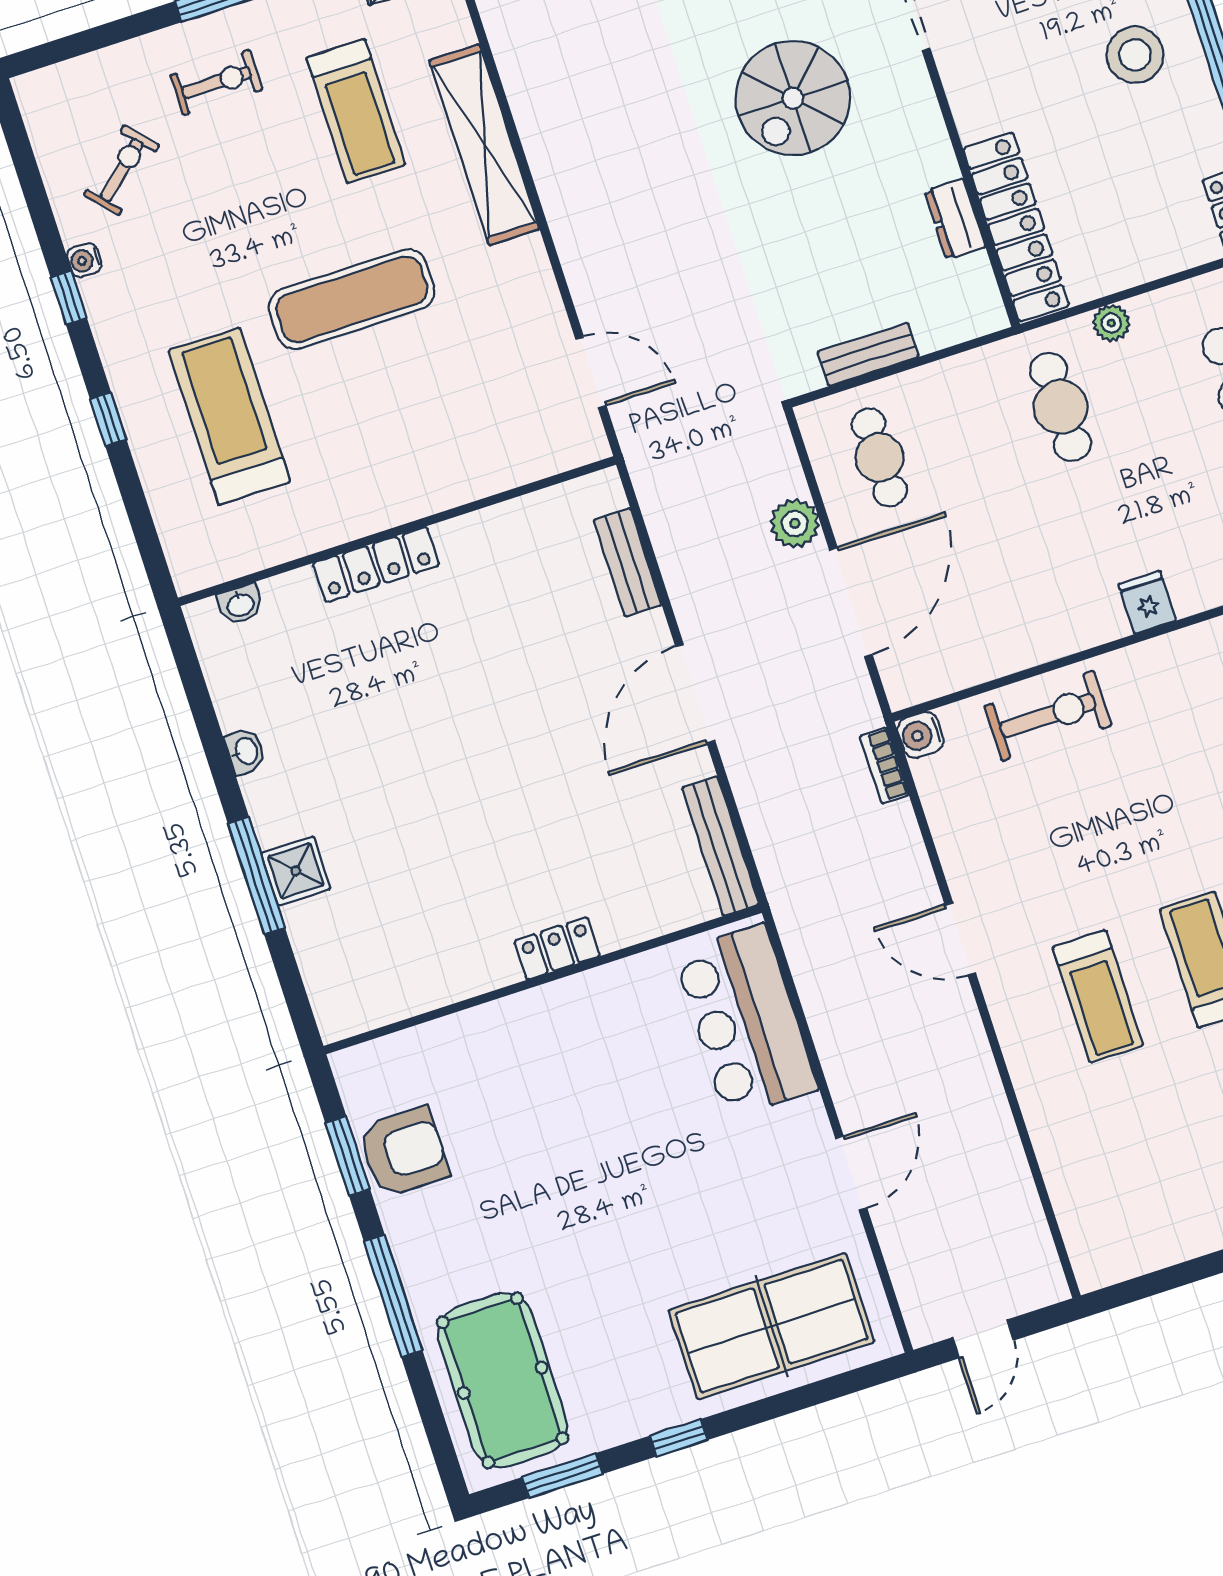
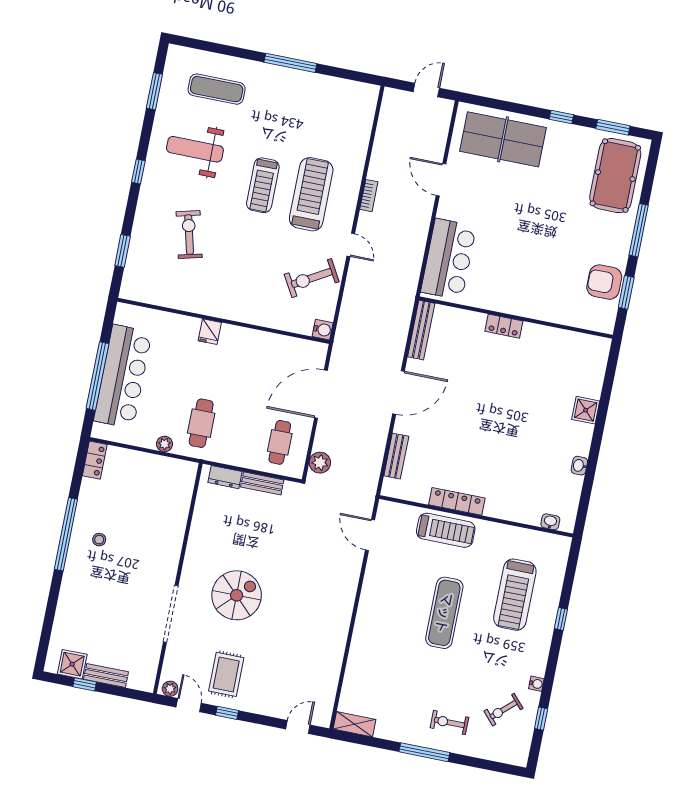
stool: (1135, 55) -> (99, 540), width x0.53, depth x0.53
treadmill: (356, 111) -> (446, 530), moved, turned 90
shelving: (484, 145) -> (362, 643), removed
dresser: (955, 219) -> (225, 477), moved, turned 90
locker: (1016, 227) -> (180, 500), removed
window: (69, 298) -> (541, 719), moved
exercise mat: (352, 299) -> (444, 613), turned 90
plant: (795, 523) -> (320, 463), moved
locker: (376, 564) -> (457, 501), moved
exercise bike: (1048, 716) -> (312, 278), moved, turned -30
bookcase: (884, 766) -> (369, 196), moved
window: (256, 876) -> (601, 417), removed
door: (960, 939) -> (351, 245), width x0.73
treadmill: (1098, 996) -> (311, 194), width x1.37, depth x1.38
door: (851, 1173) -> (441, 180), hinge flipped

